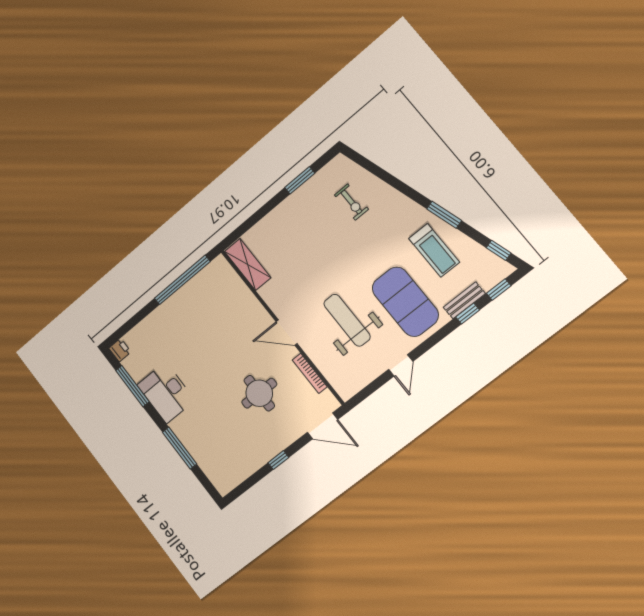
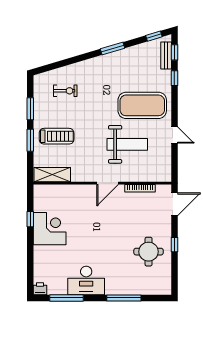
window: (265, 209) -> (30, 140), added
treadmill: (434, 250) -> (57, 136), moved
window: (182, 280) -> (30, 219), width x0.32
bench: (464, 300) -> (166, 56), moved
corner desk: (189, 309) -> (50, 229), added
weight bench: (347, 320) -> (127, 144), turned 180
round table: (259, 393) -> (149, 252), moved

